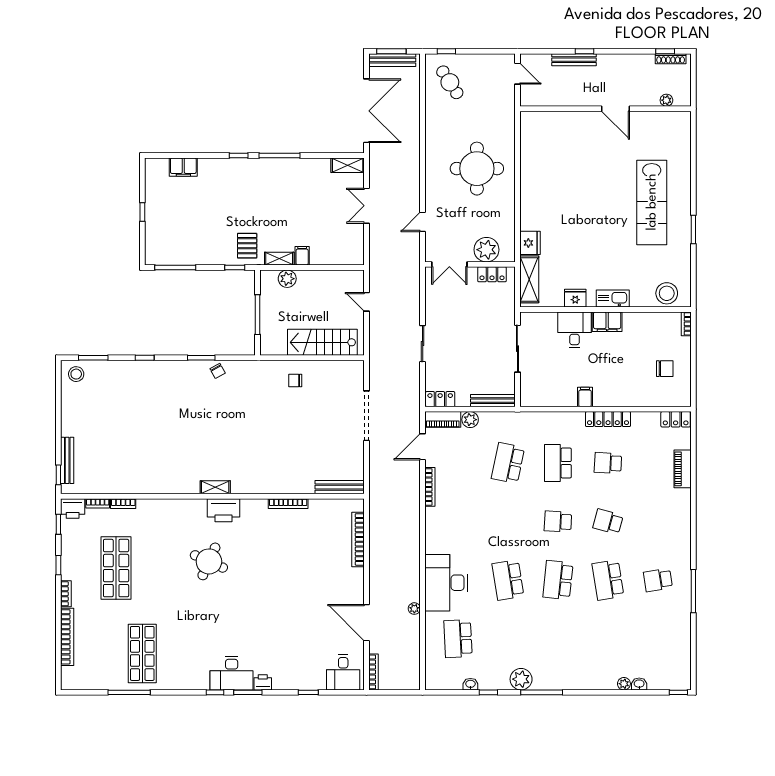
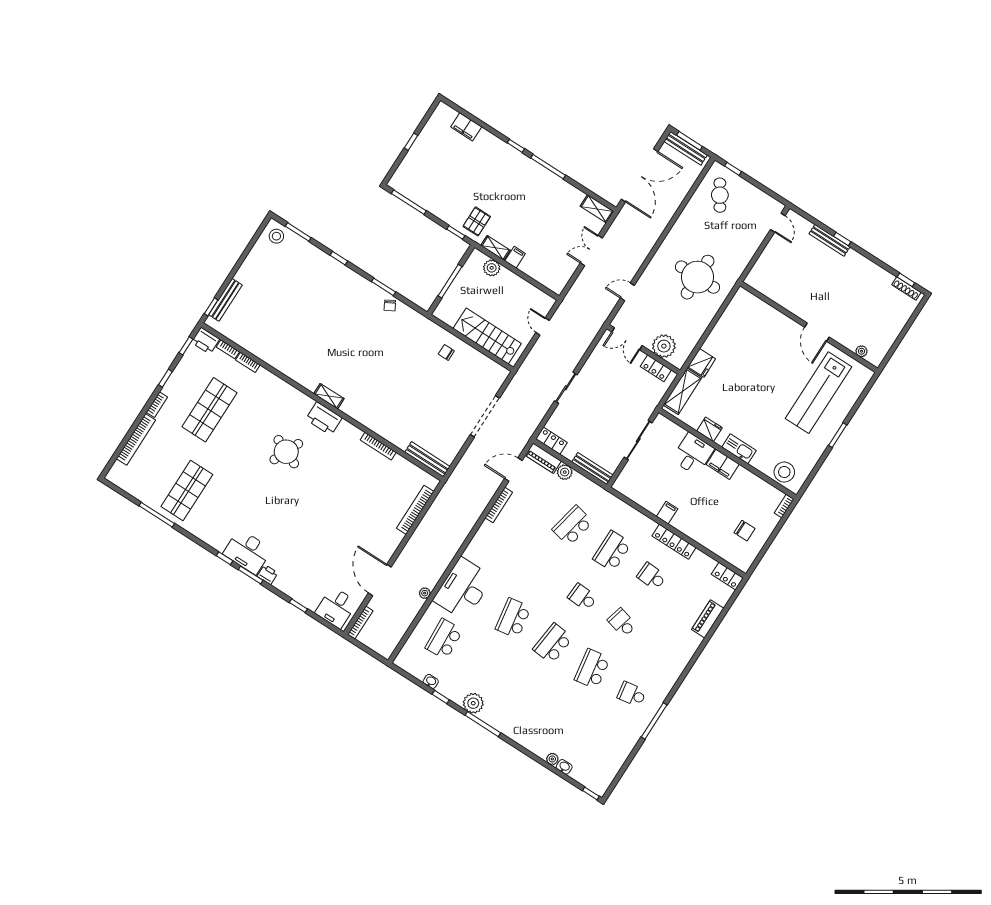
plant: (666, 100) -> (861, 351), moved
wall: (605, 109) -> (809, 327), moved
door: (615, 109) -> (817, 332), moved

